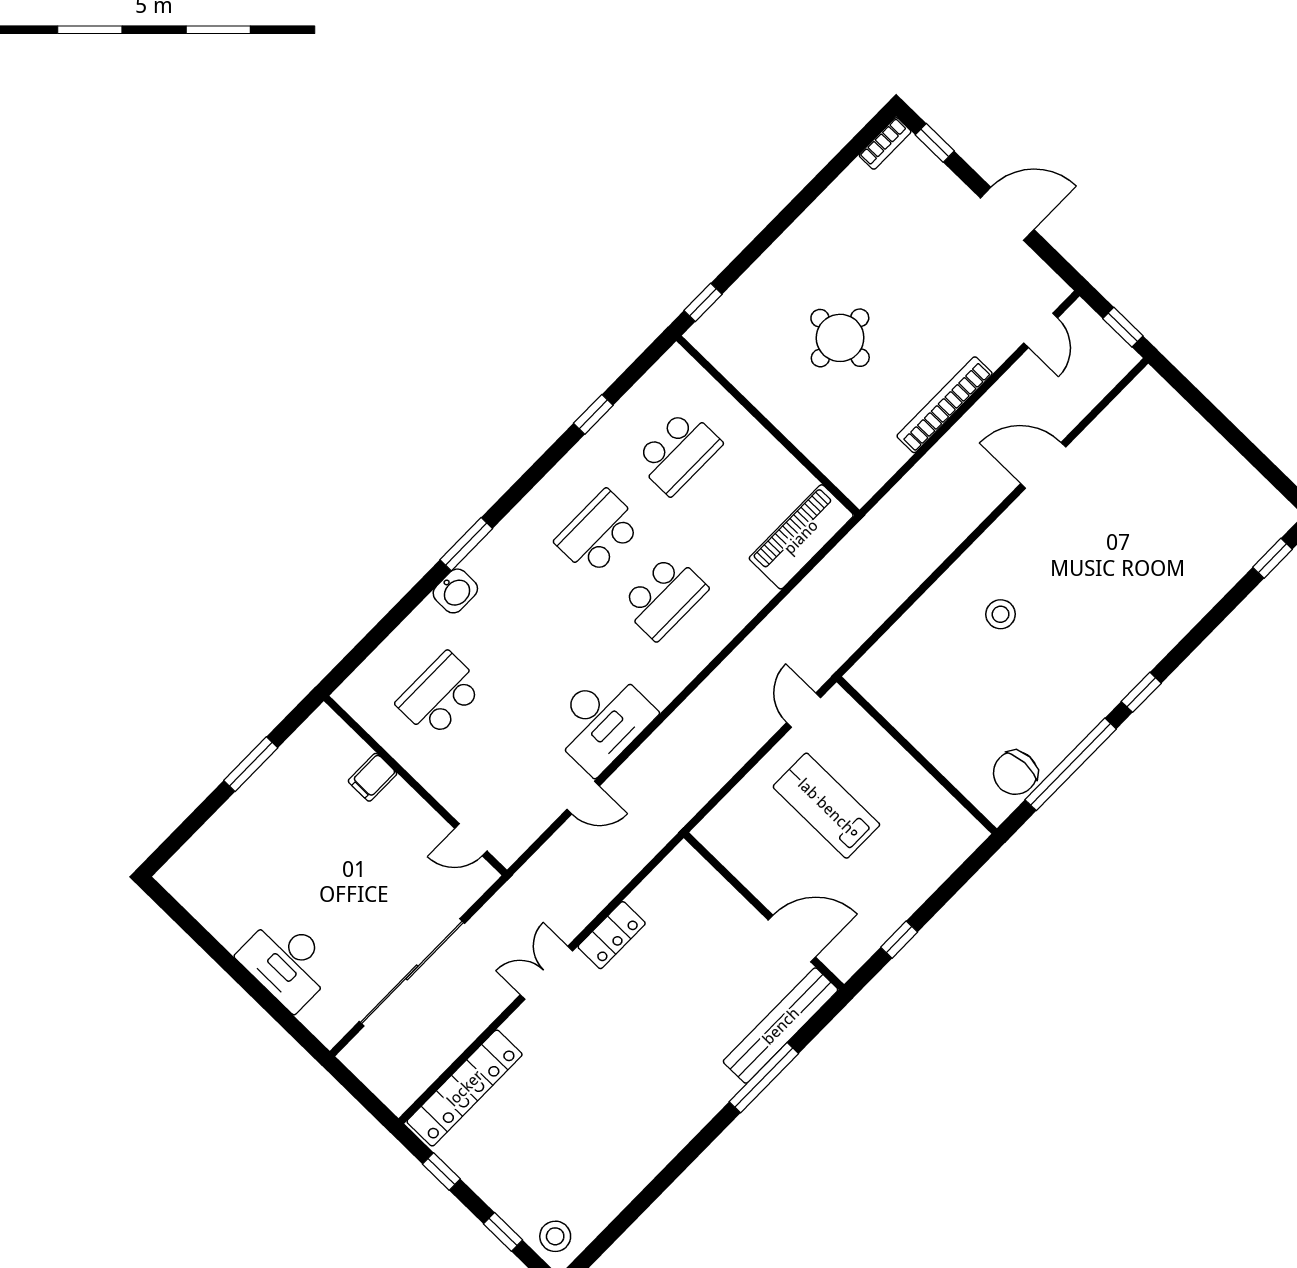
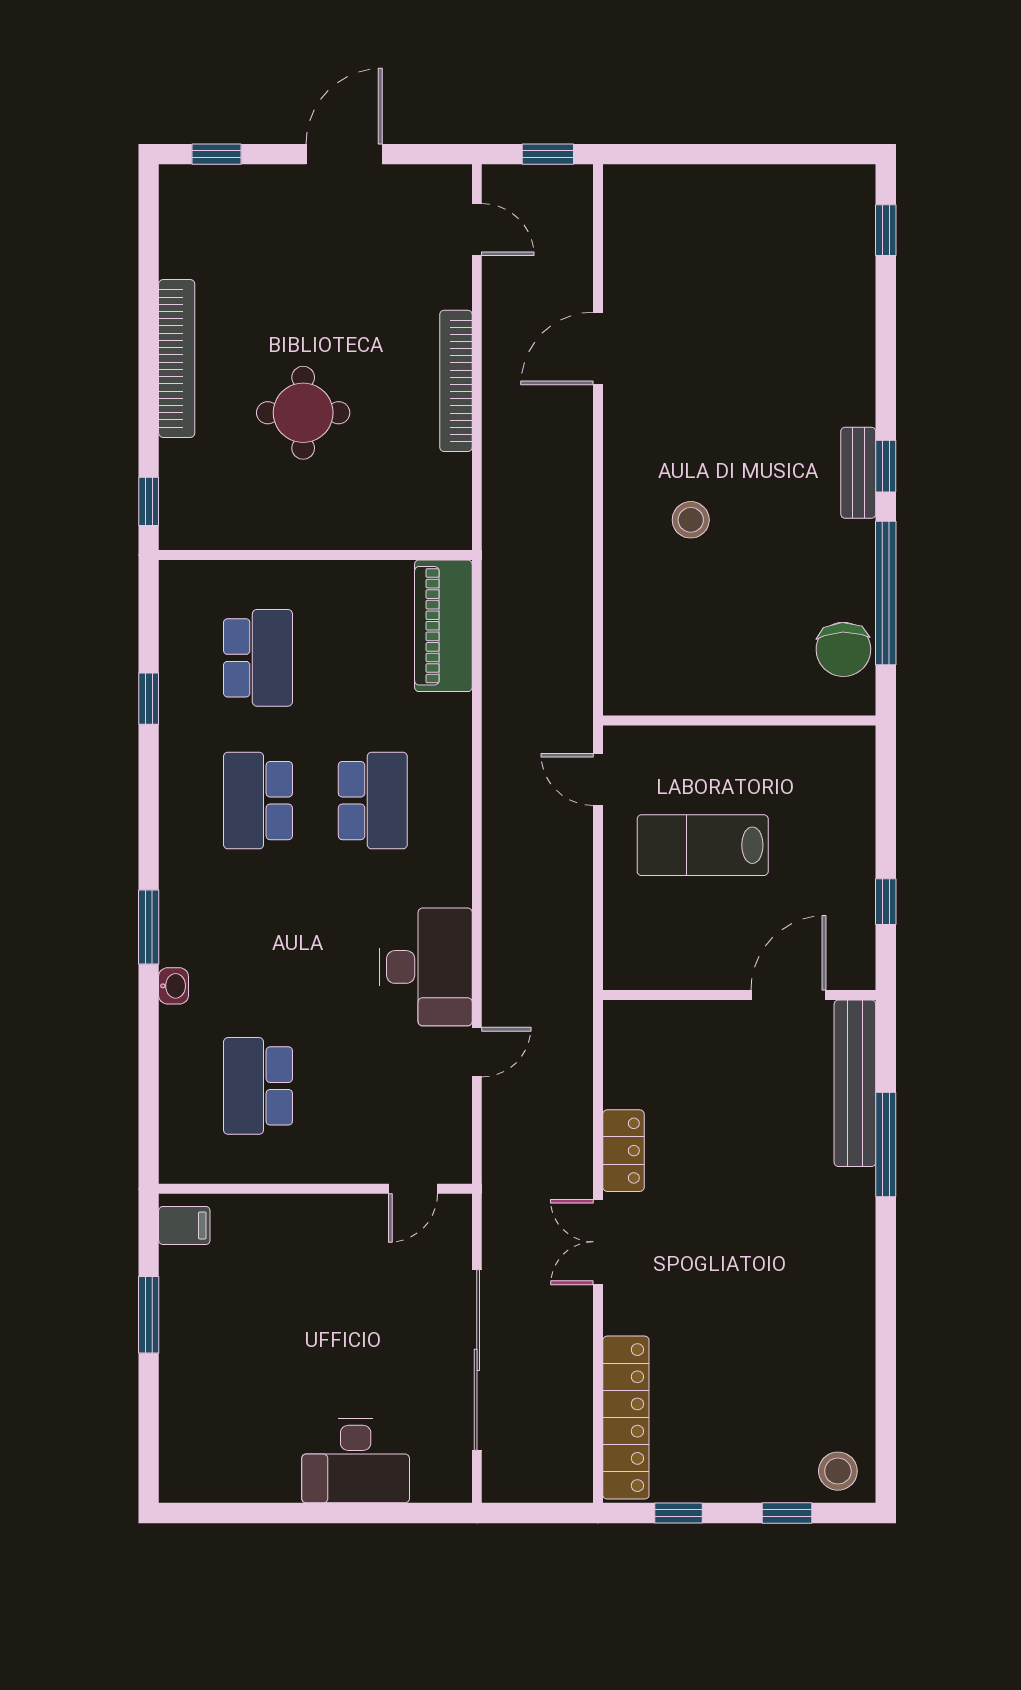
bookcase: (885, 143) -> (177, 359), moved, width x2.31, depth x1.31
washbasin: (455, 591) -> (174, 986), width x0.72, depth x0.69
bench: (1122, 681) -> (858, 473), added
filing cabinet: (372, 777) -> (184, 1225), moved, turned -90

